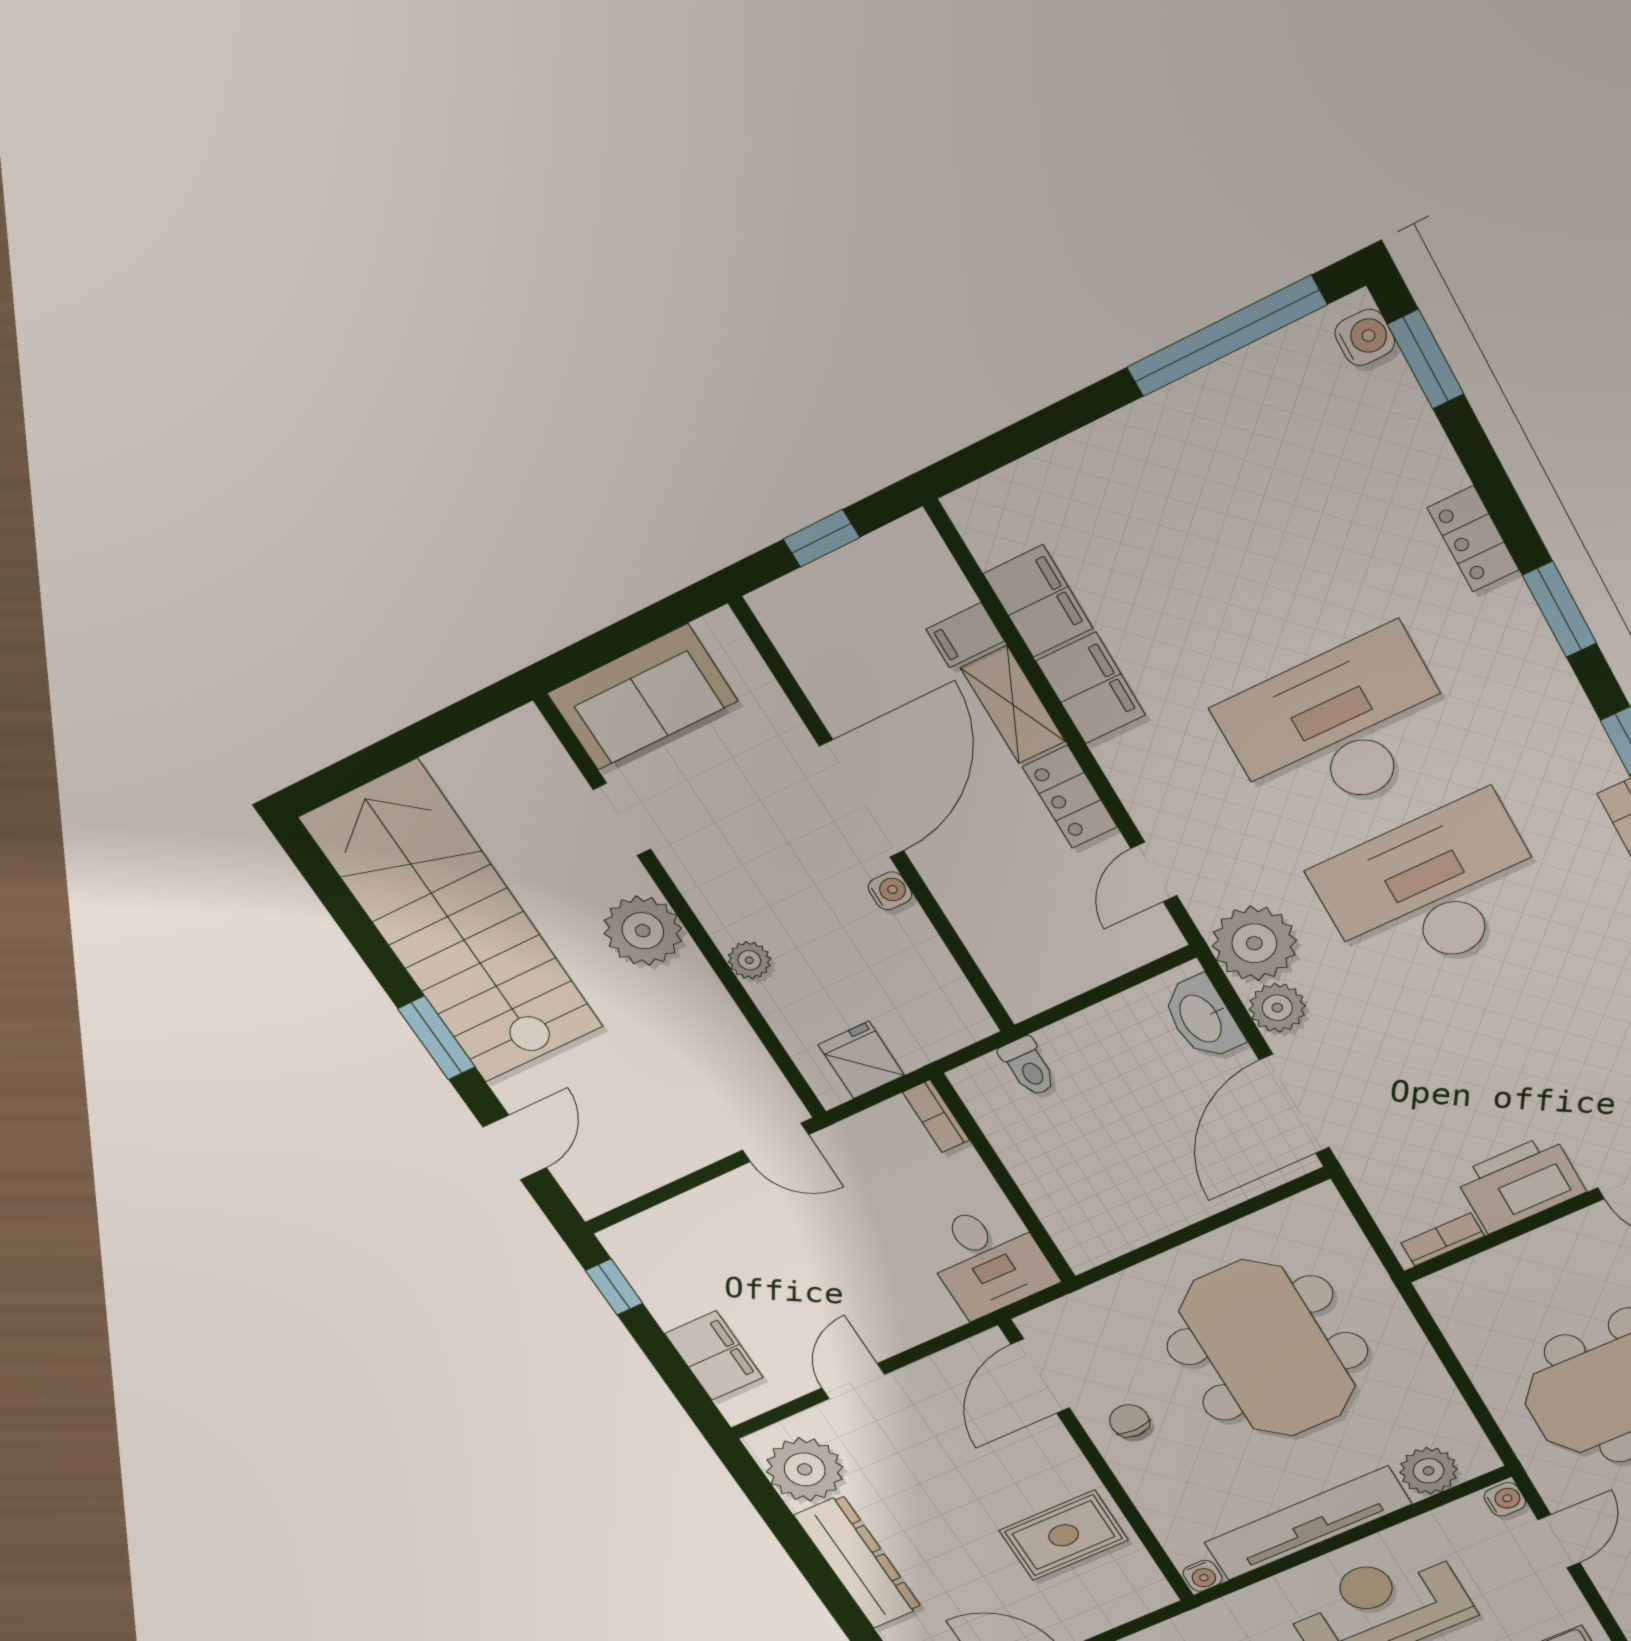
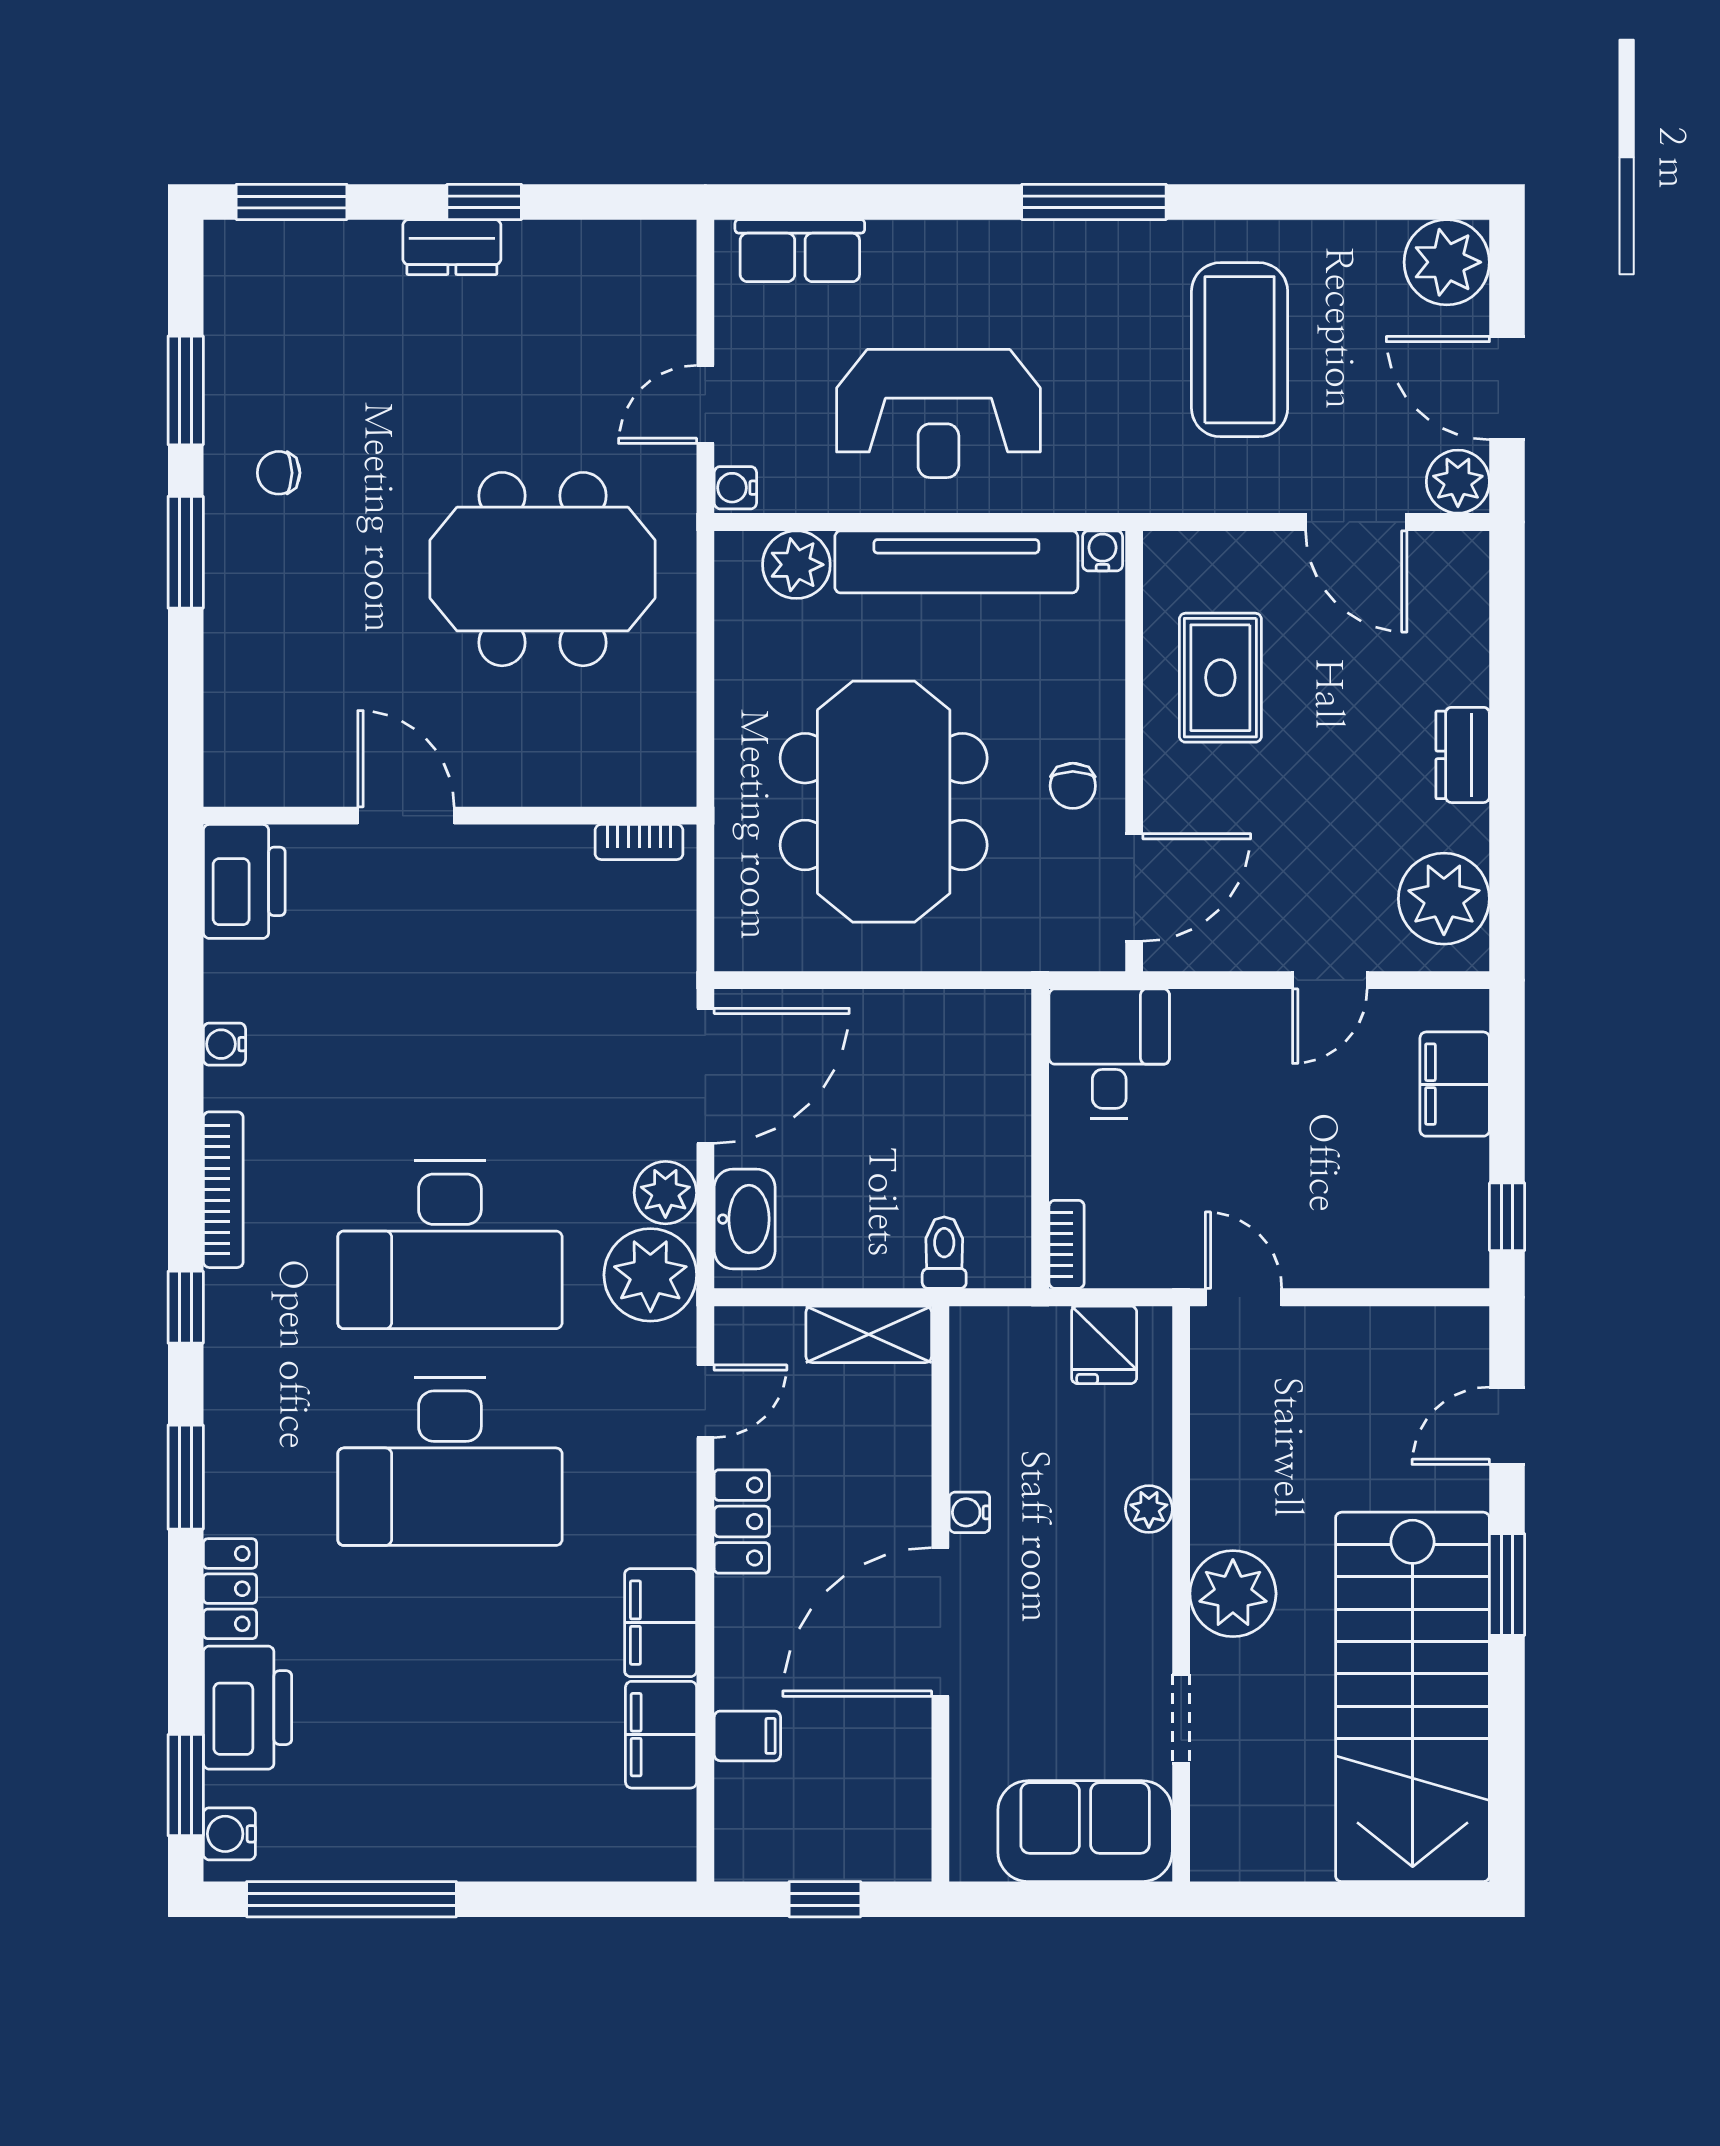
shelving: (1013, 705) -> (869, 1334), moved, turned 90
printer: (1520, 1184) -> (247, 1708), moved, turned -90
rug: (1064, 1535) -> (1220, 678), turned 90
dresser: (858, 1562) -> (1463, 755), width x0.51, depth x0.80

